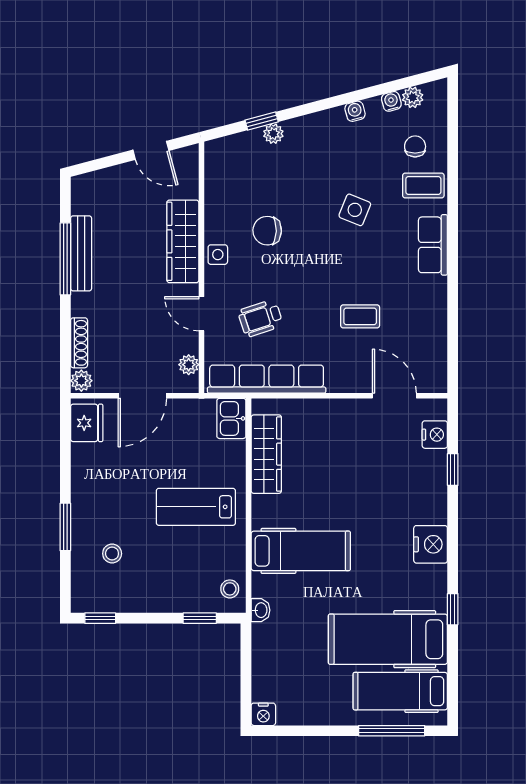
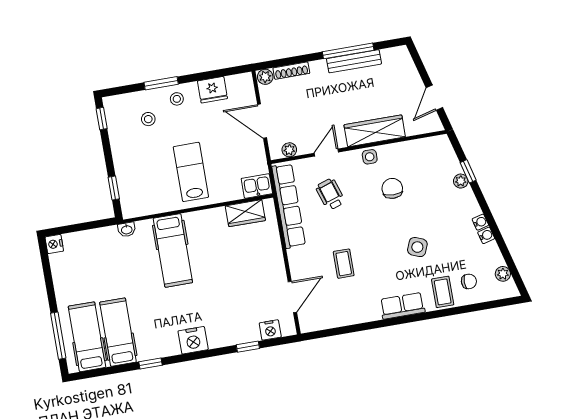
water cooler: (391, 101) -> (480, 222), moved
fridge: (87, 423) -> (212, 90), moved
wardrobe: (266, 454) -> (245, 213), width x0.67
stool: (230, 589) -> (177, 99), moved
hospital bed: (388, 639) -> (118, 332), width x0.73, depth x0.78

